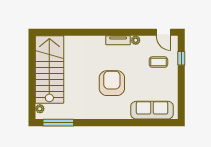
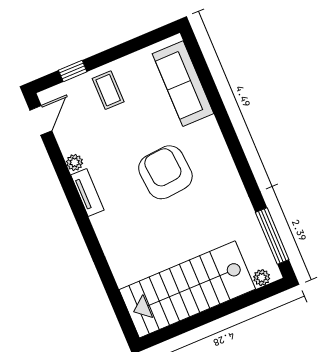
coffee table: (158, 62) -> (108, 90), moved
armchair: (112, 83) -> (165, 172), turned 85

